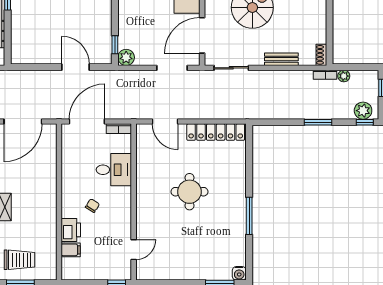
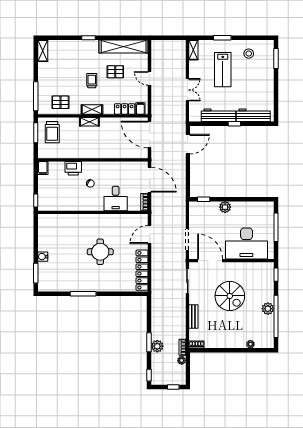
plant: (126, 57) -> (225, 207), moved
door: (76, 67) -> (188, 144), moved
plant: (363, 111) -> (157, 346), moved
filing cabinet: (71, 250) -> (43, 168), moved
door: (134, 250) -> (59, 212), removed
water cooler: (239, 273) -> (43, 257), moved

